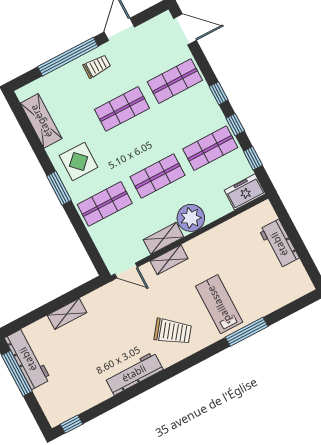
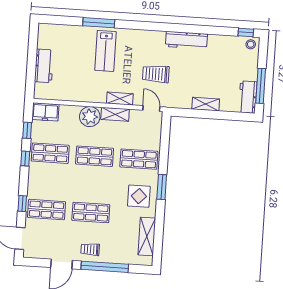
window: (219, 93) -> (22, 203), moved
trolley: (173, 332) -> (156, 74), moved, turned -37
workbench: (28, 359) -> (248, 97), width x0.73
stool: (58, 414) -> (251, 44), added

